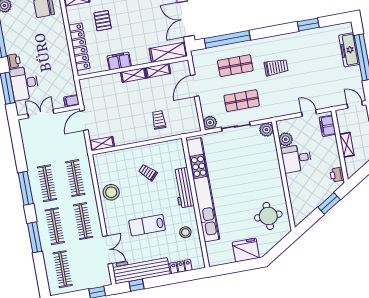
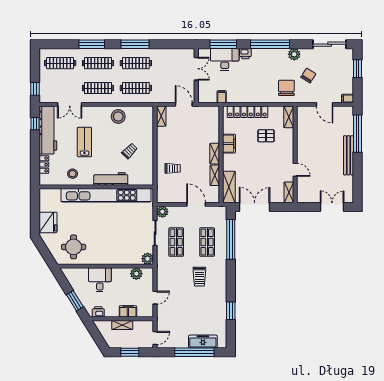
filing cabinet: (71, 101) -> (222, 97), moved
filing cabinet: (327, 126) -> (128, 311), moved
desk: (296, 158) -> (100, 280), moved

